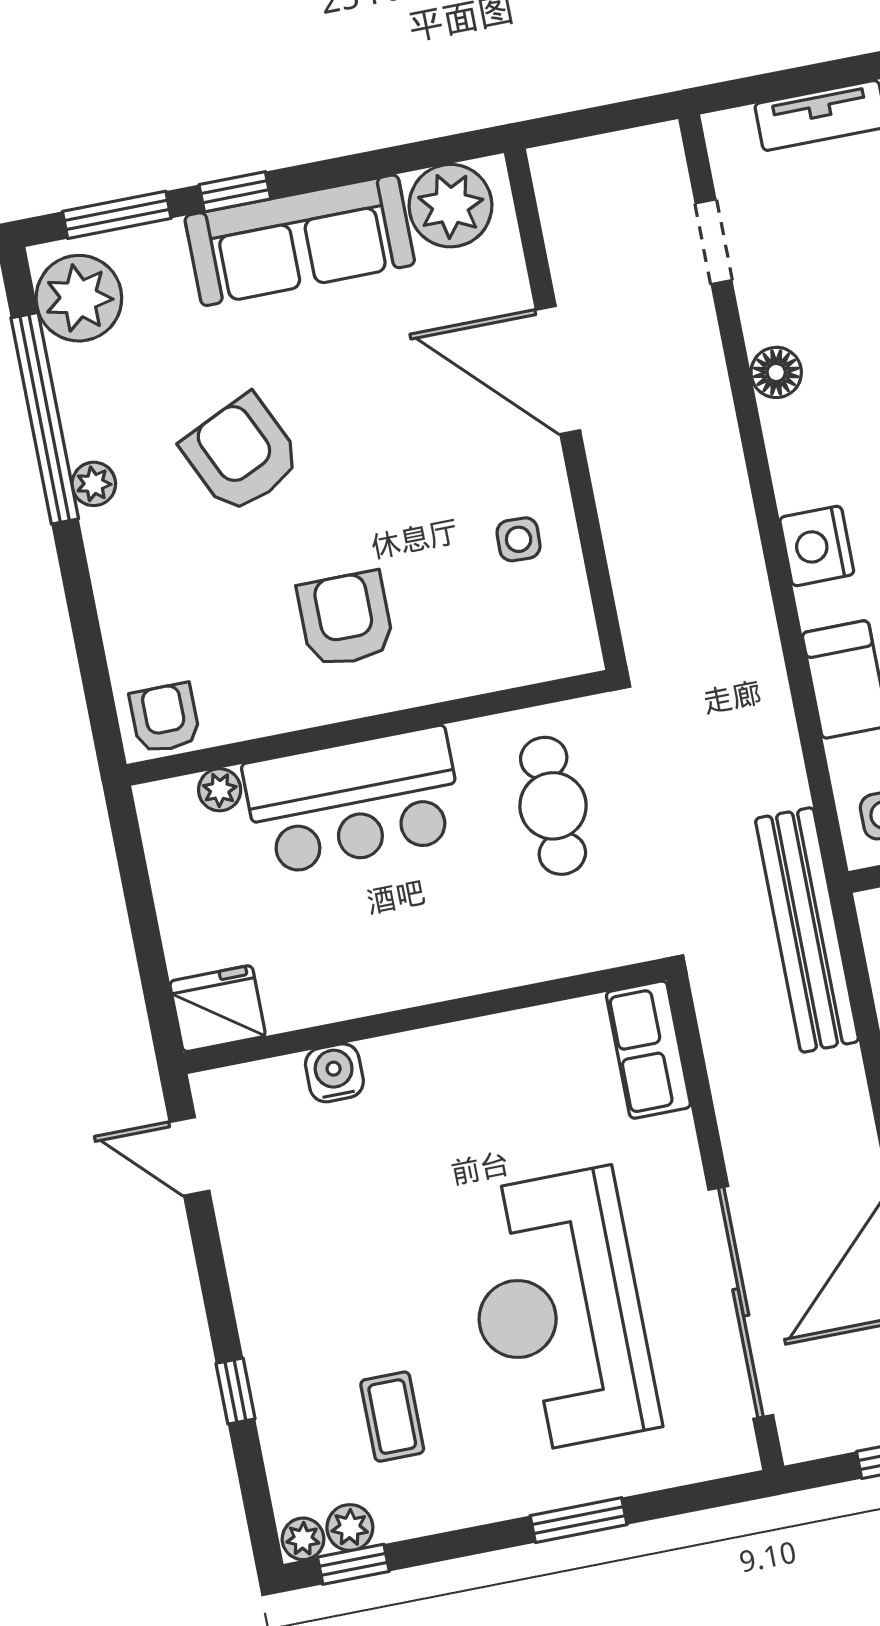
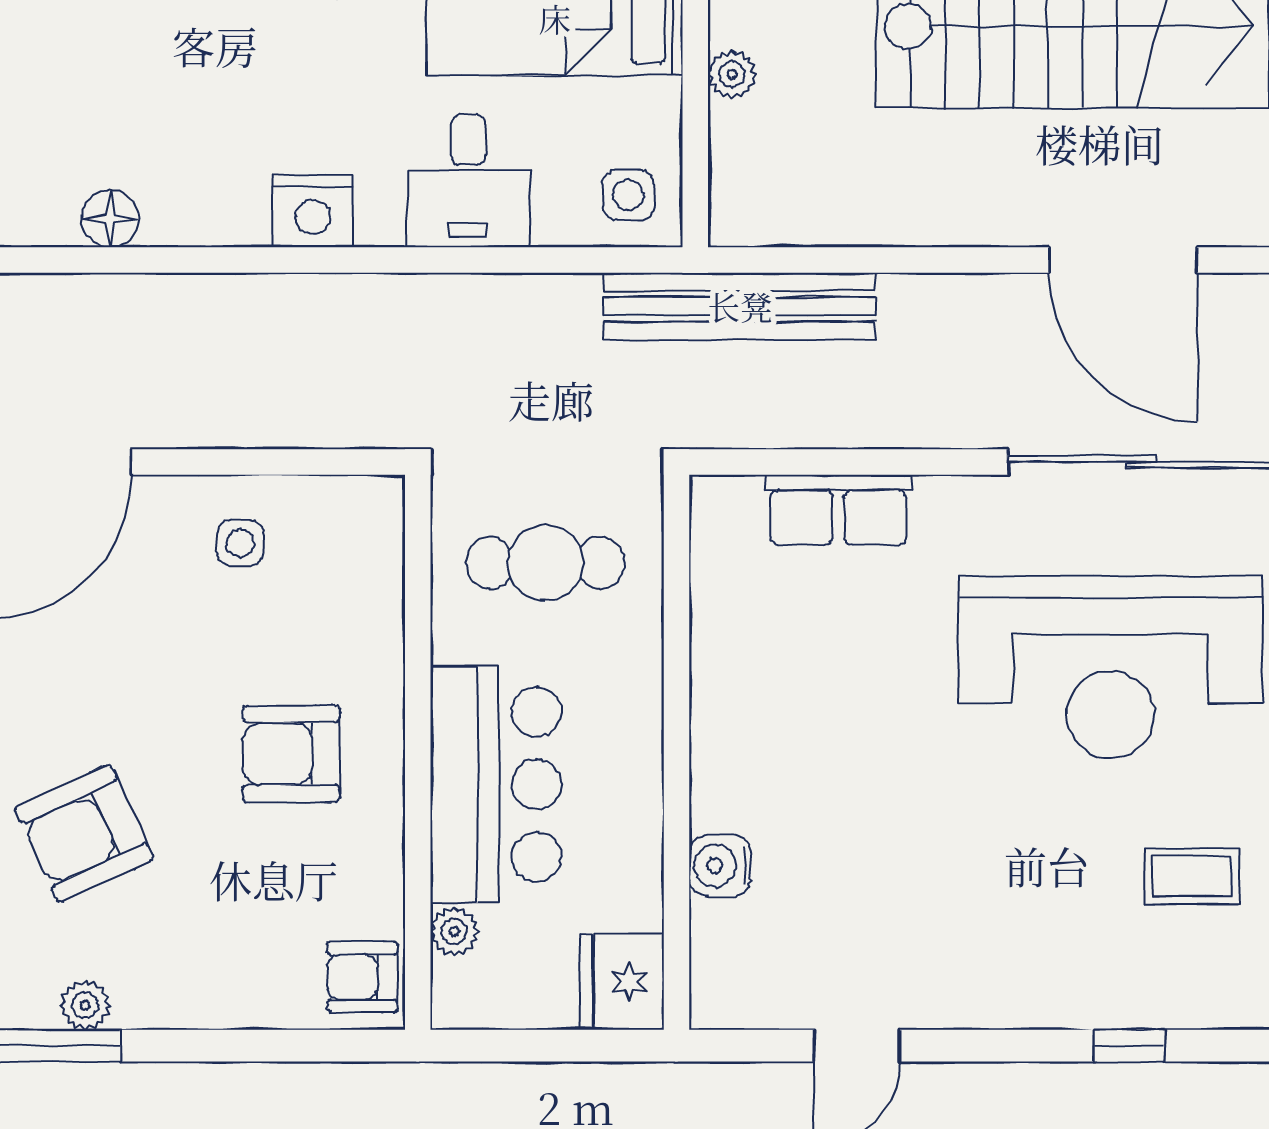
fridge: (218, 1009) -> (622, 982), moved
wall: (425, 1016) -> (676, 752), moved
water cooler: (334, 1073) -> (720, 865), moved

